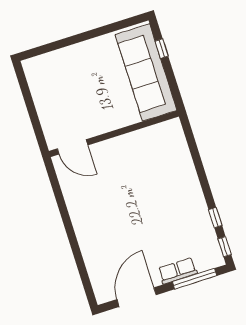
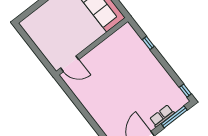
window: (215, 218) -> (148, 43), moved

